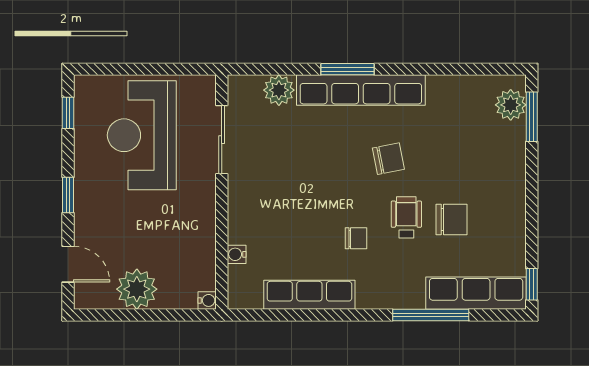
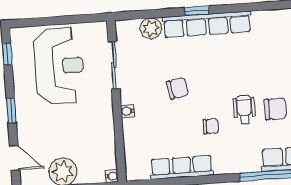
window: (347, 69) -> (197, 11), width x0.67
reception desk: (142, 135) -> (59, 66), turned 180
chair: (388, 159) -> (177, 88), moved
water cooler: (237, 254) -> (127, 111), moved

